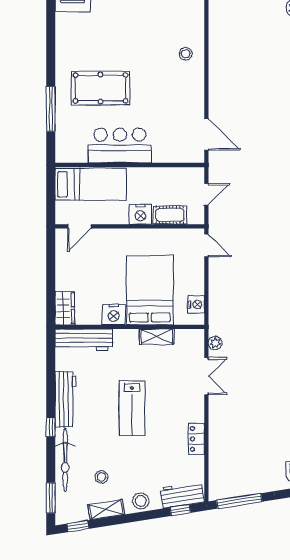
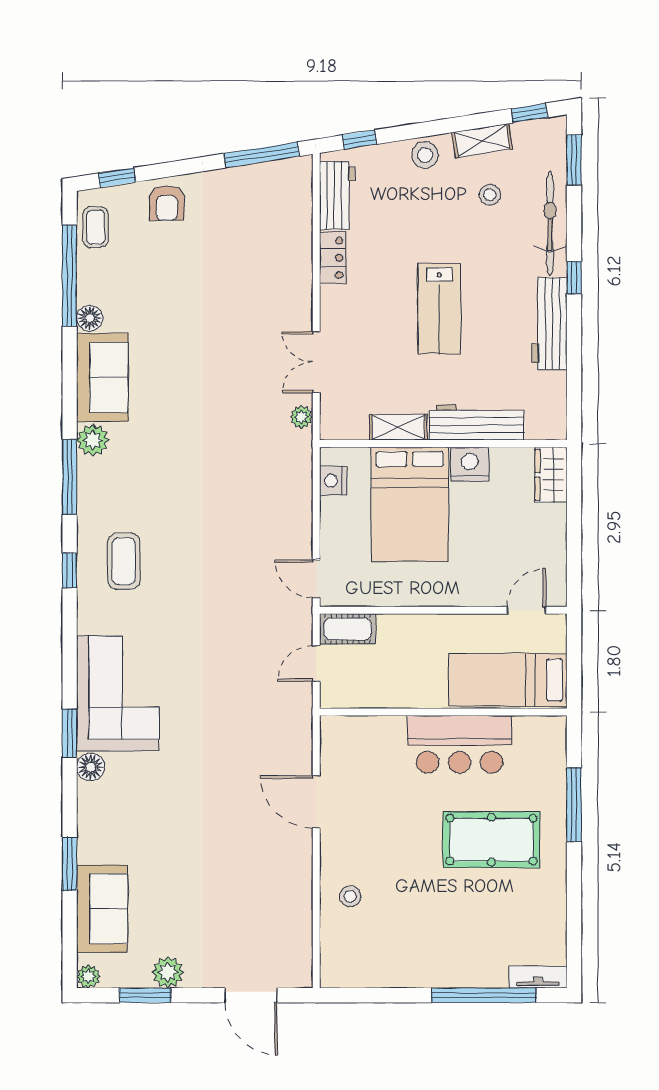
door: (206, 134) -> (316, 802), moved
nightstand: (140, 214) -> (425, 630), removed
cot: (170, 215) -> (348, 629), moved
workbench: (84, 340) -> (477, 422), moved
lab bench: (132, 408) -> (439, 309), turned 180
workbench: (182, 495) -> (337, 196), moved, turned -81

